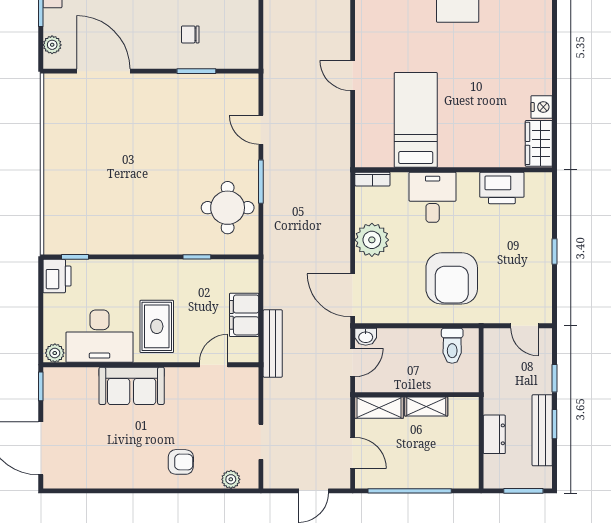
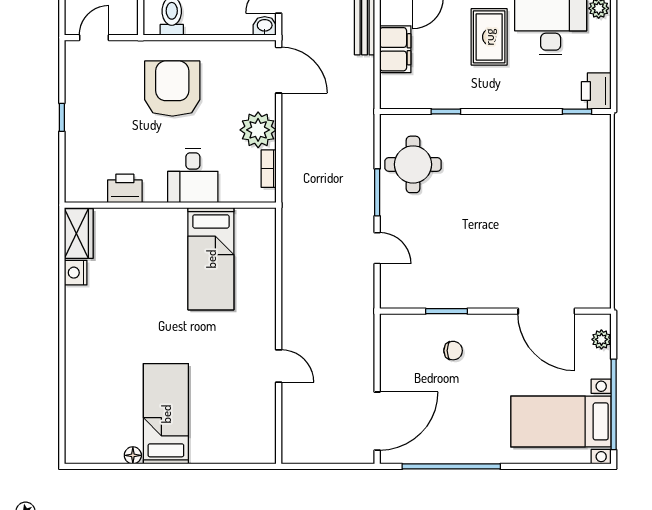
door: (353, 76) -> (279, 366), moved
bookcase: (372, 179) -> (269, 169), moved, turned -90
printer: (502, 188) -> (125, 188), width x0.73, depth x0.84
door: (524, 326) -> (94, 38), hinge flipped

